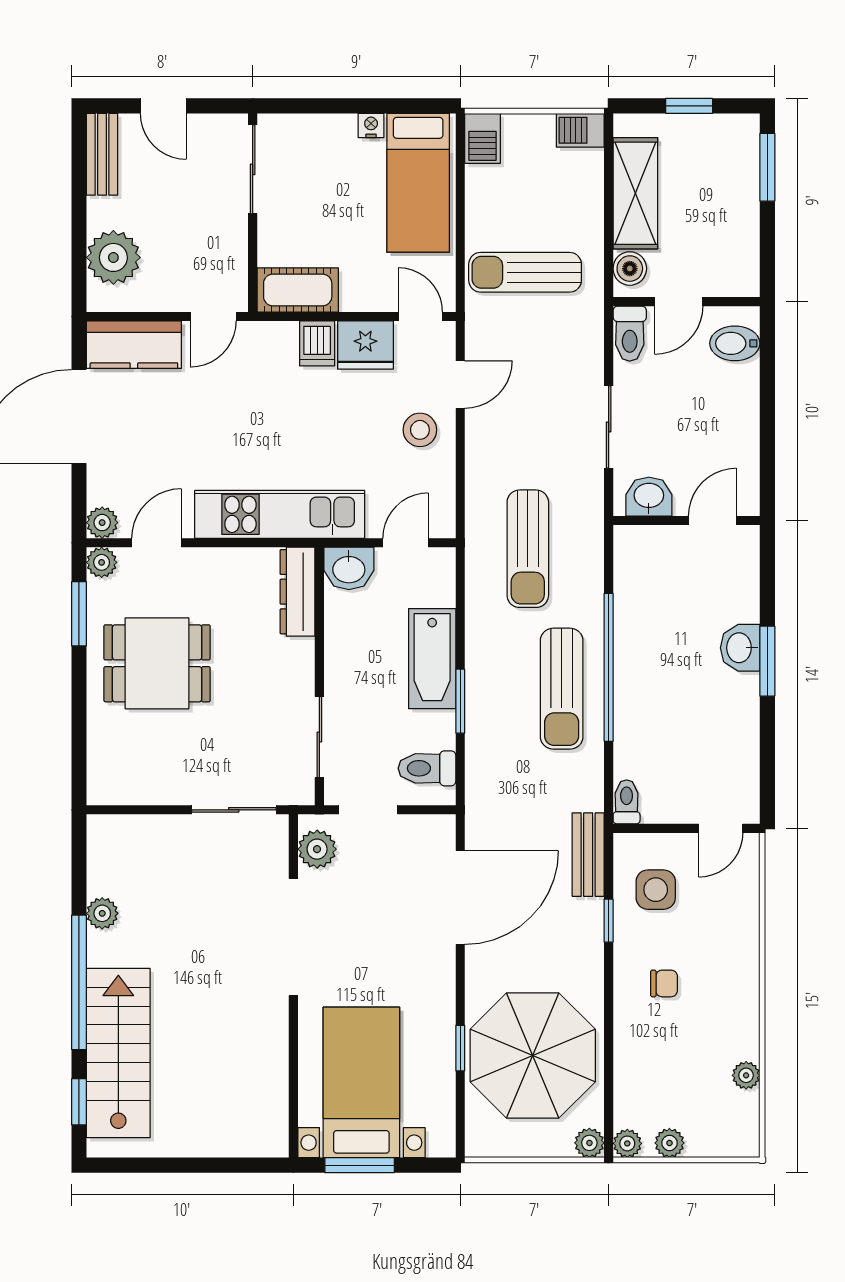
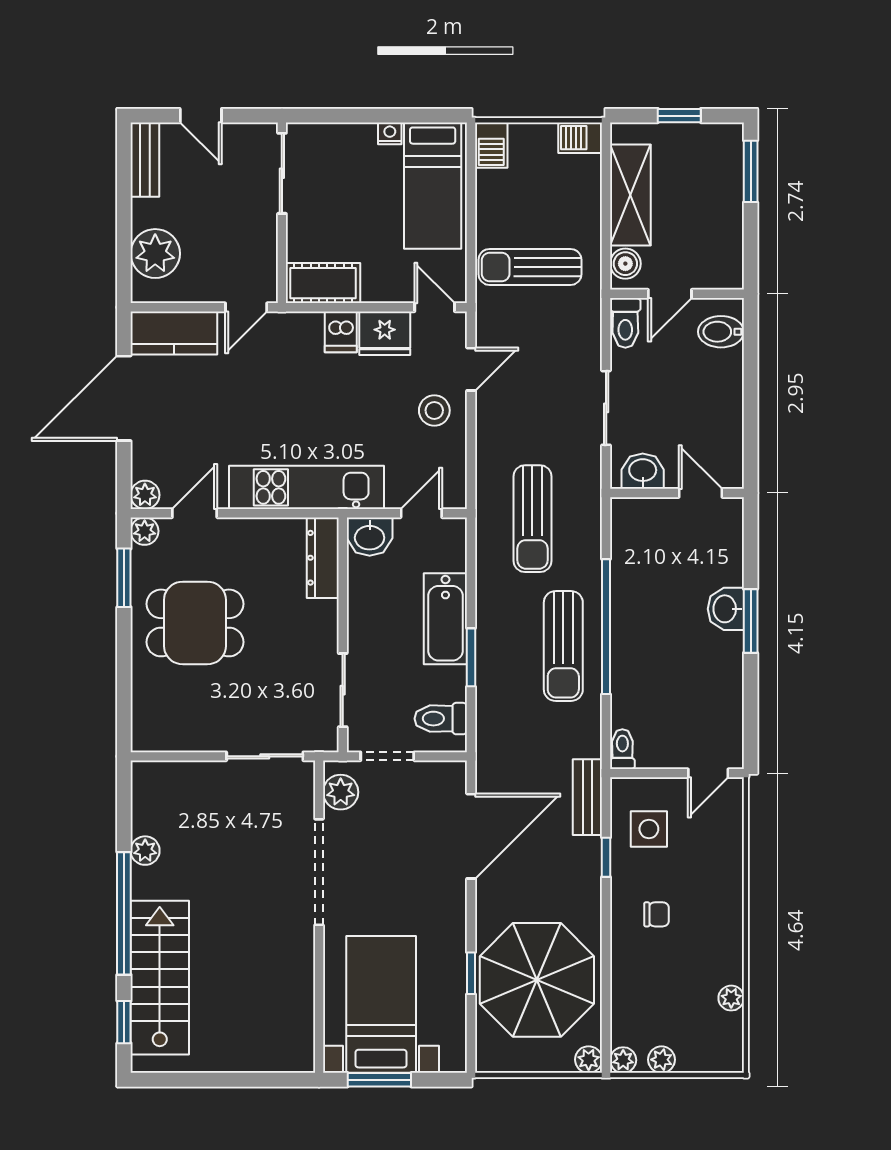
door: (712, 520) -> (701, 493), hinge flipped

